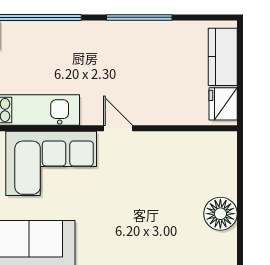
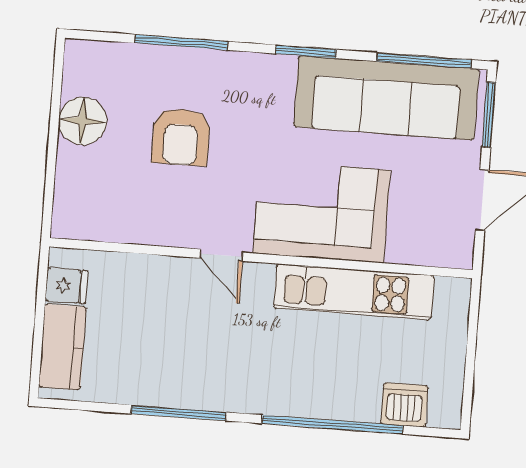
fridge: (223, 104) -> (66, 286), width x0.72
armchair: (152, 208) -> (181, 137), added

